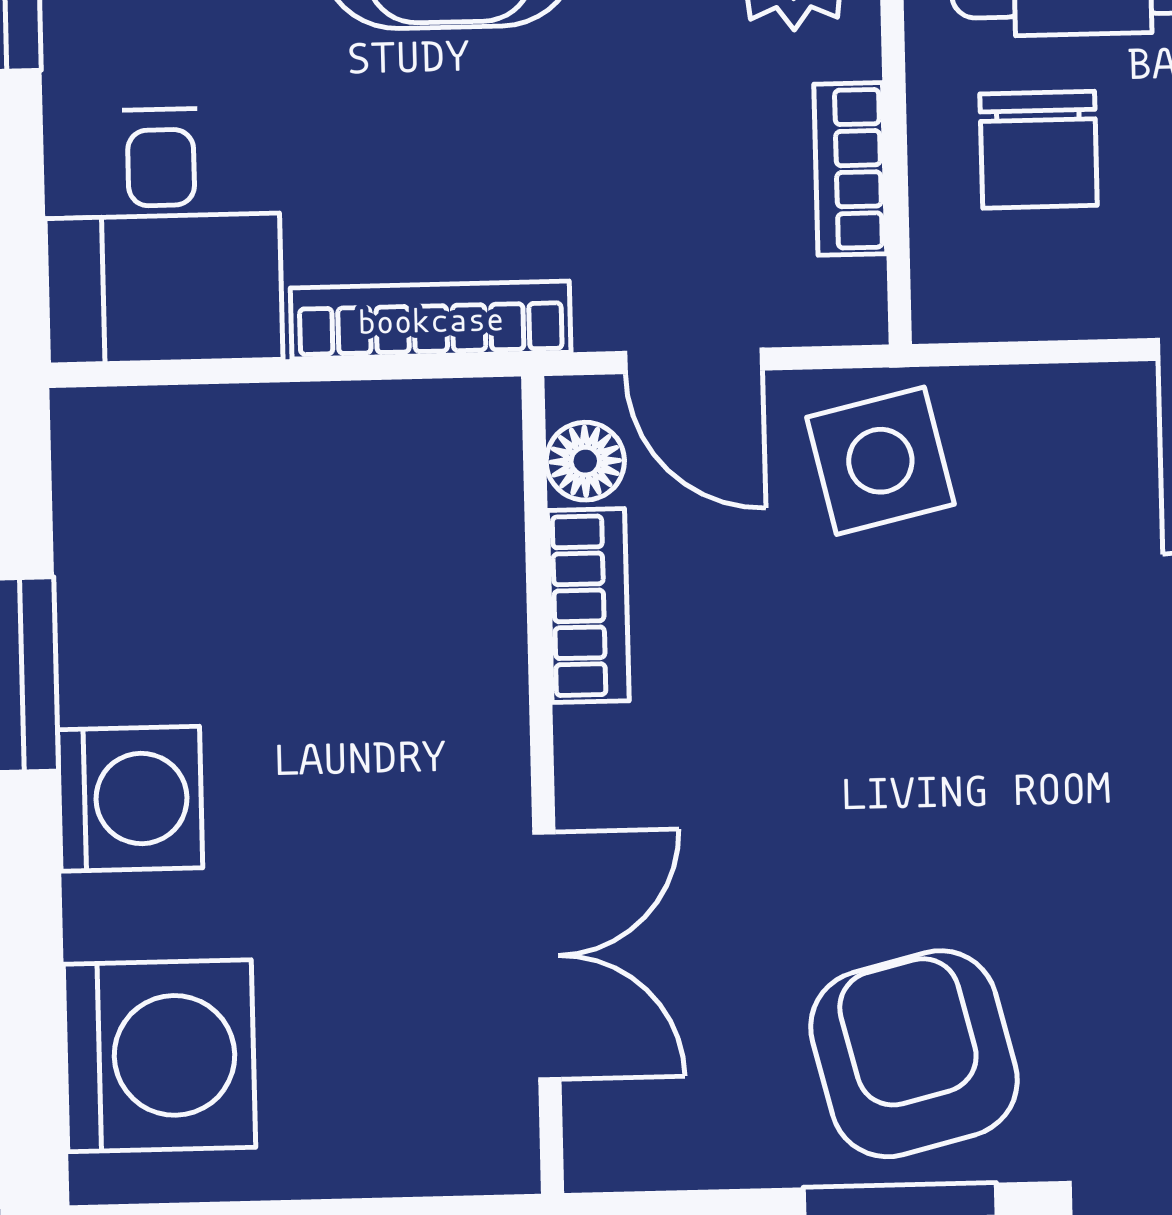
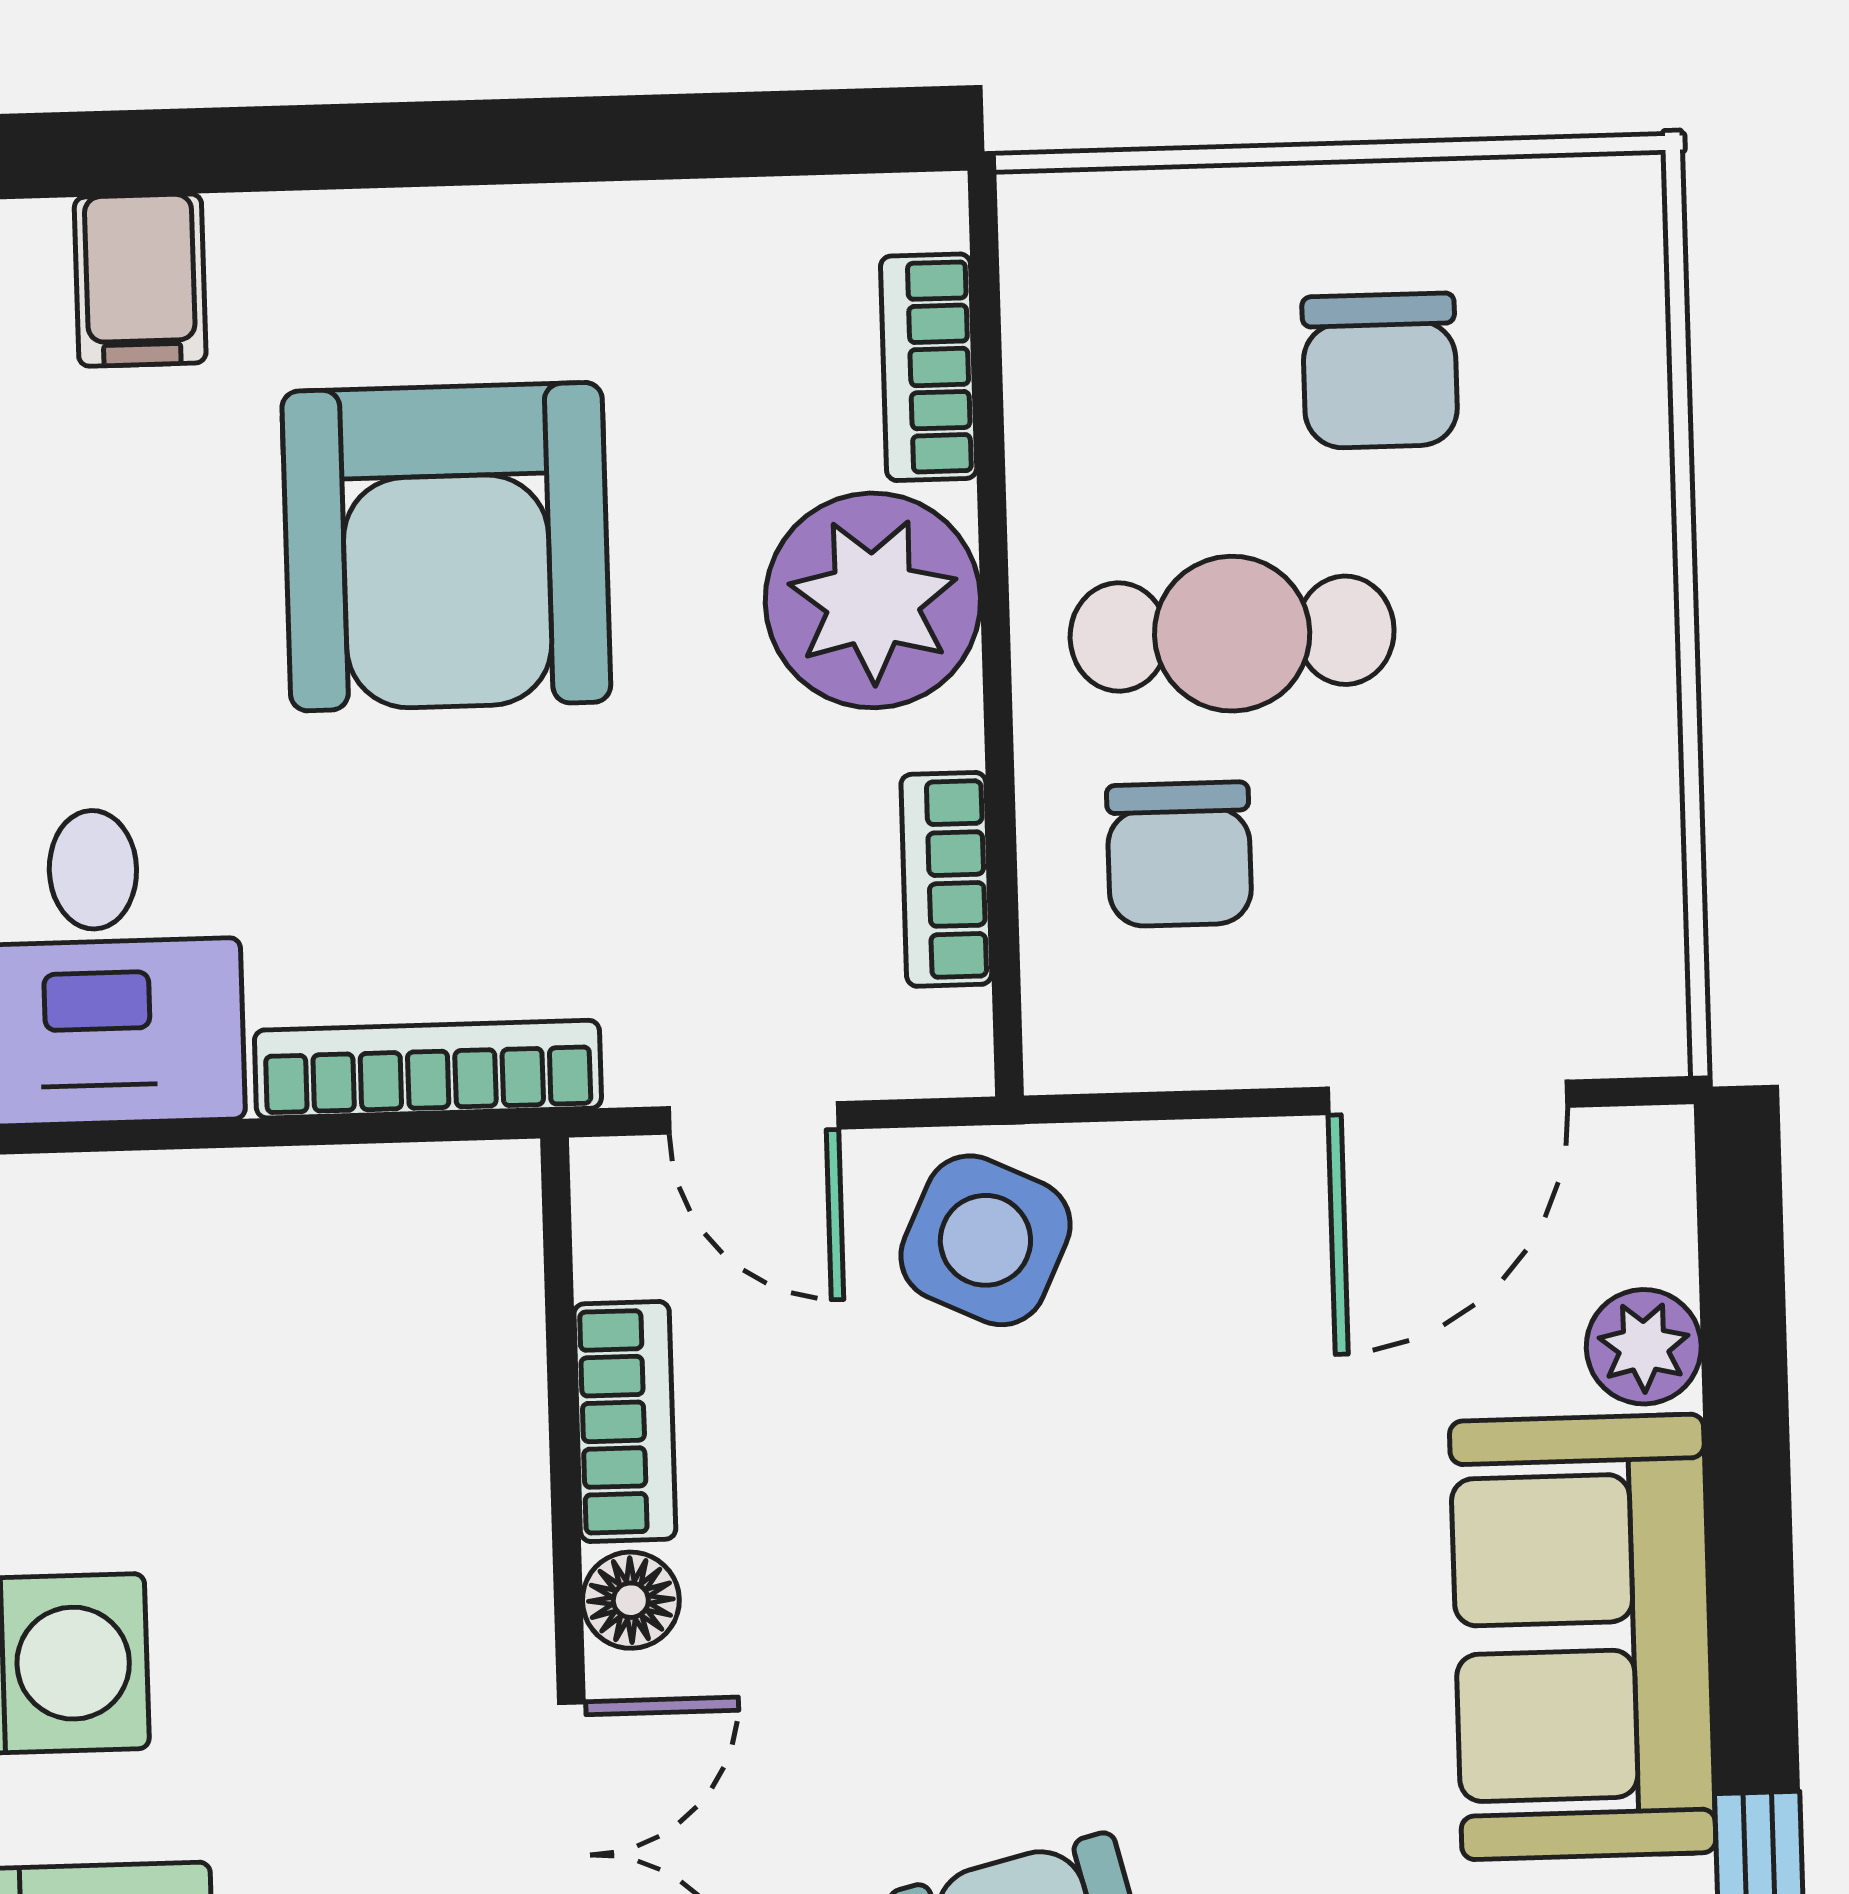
floor lamp: (585, 461) -> (631, 1600), moved
side table: (880, 461) -> (985, 1240), turned 38

